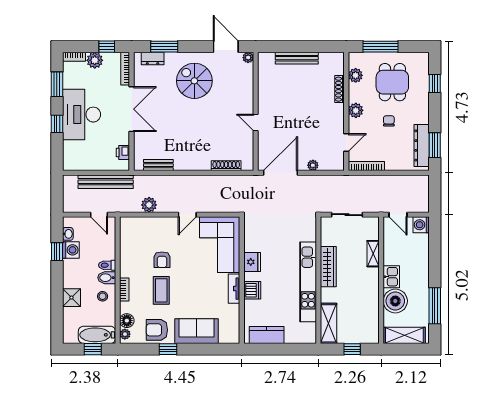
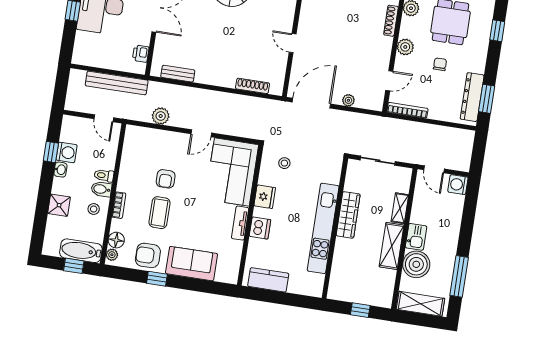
stool: (265, 230) -> (284, 163), added
washbasin: (68, 234) -> (60, 170), moved
shelving: (329, 323) -> (392, 246), moved

